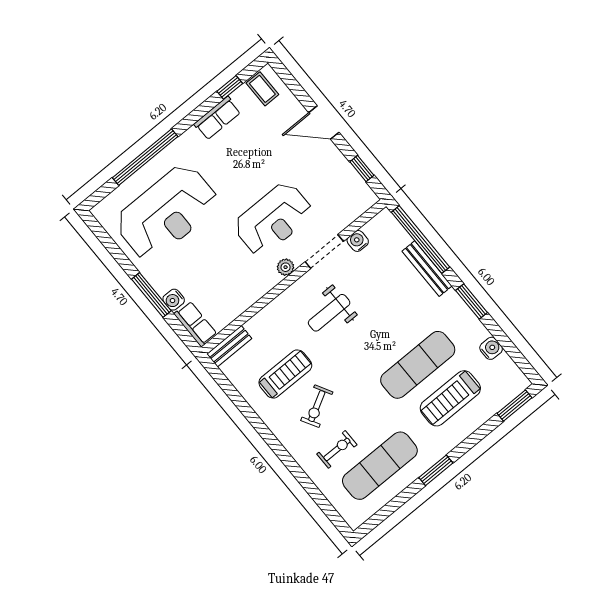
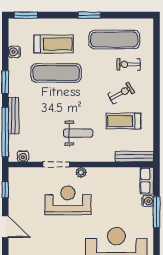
water cooler: (358, 241) -> (23, 156), moved
bench: (229, 346) -> (134, 157), width x1.36

